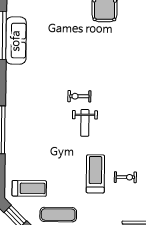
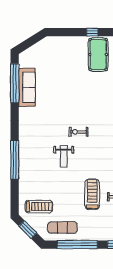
weight bench: (85, 123) -> (64, 156), moved

